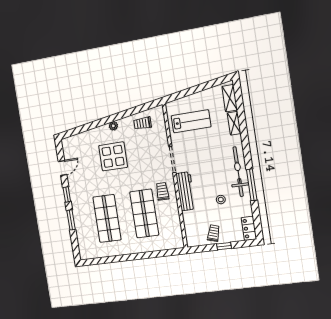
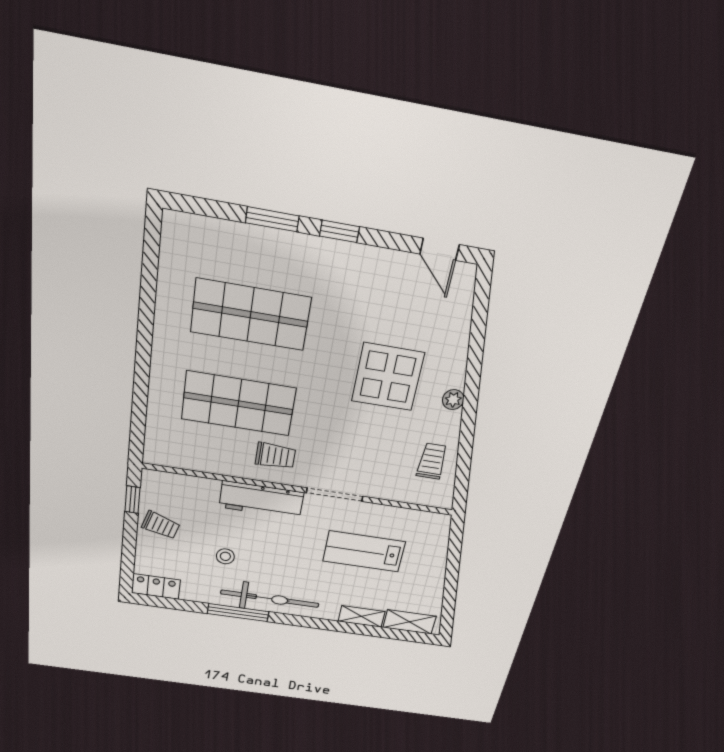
lab bench: (191, 121) -> (364, 551), moved, turned 90
door: (63, 168) -> (439, 249), moved
window: (224, 246) -> (132, 500), moved

